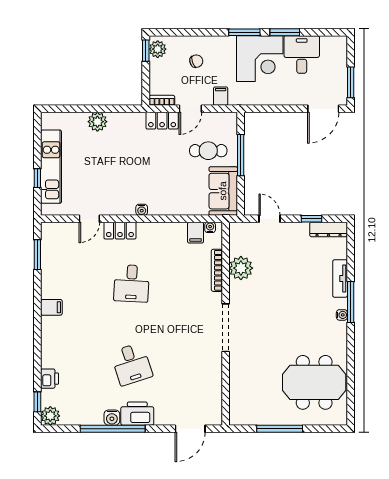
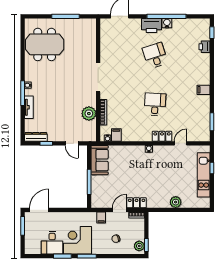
cafe table: (208, 151) -> (109, 185), removed
plant: (50, 416) -> (204, 24), removed

